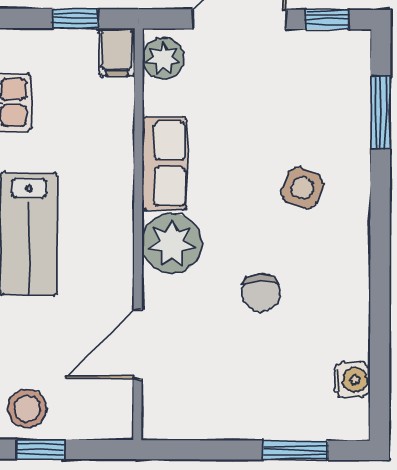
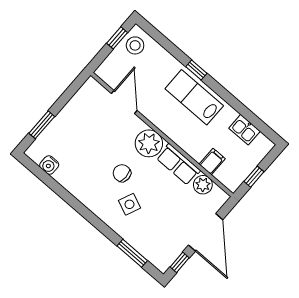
filing cabinet: (117, 52) -> (212, 162), moved, turned 90
plant: (163, 58) -> (203, 185), moved
chair: (261, 293) -> (122, 173), moved

